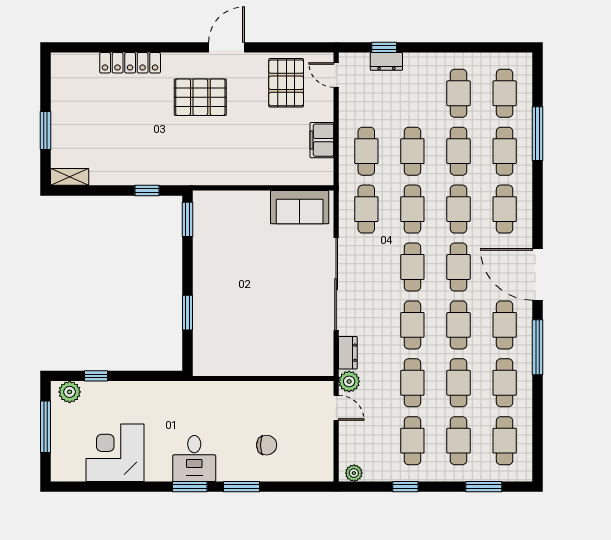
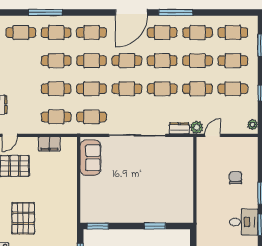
cafe table: (459, 93) -> (21, 61), removed

